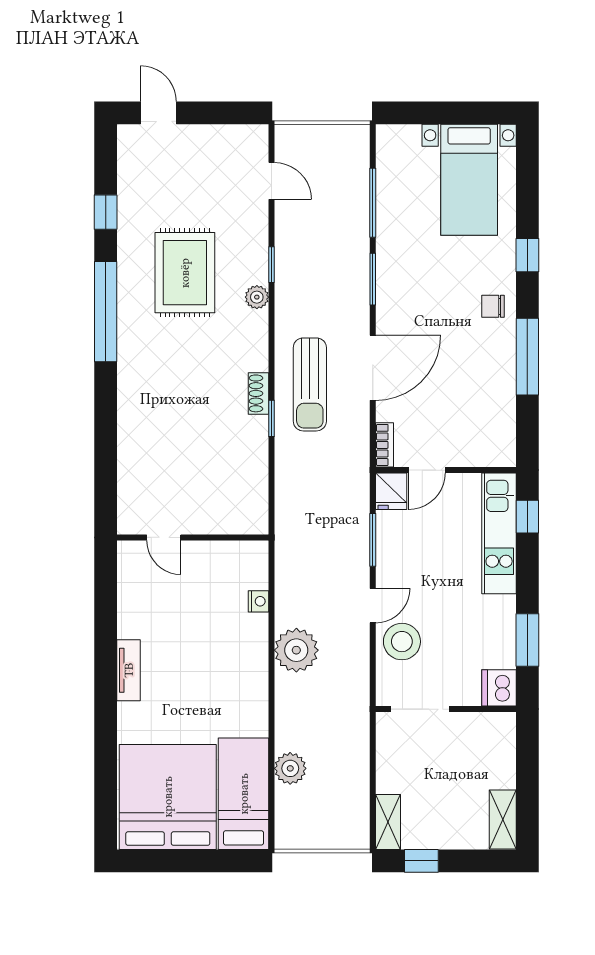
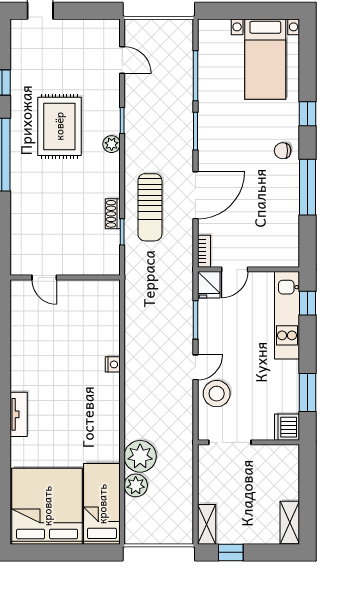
door: (164, 537) -> (44, 277), moved
wall: (193, 537) -> (65, 277), moved
plant: (296, 650) -> (140, 456), moved

